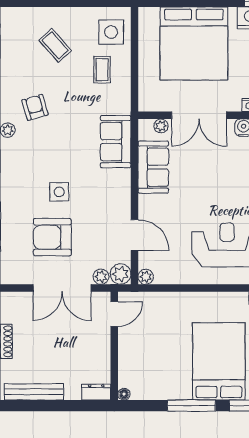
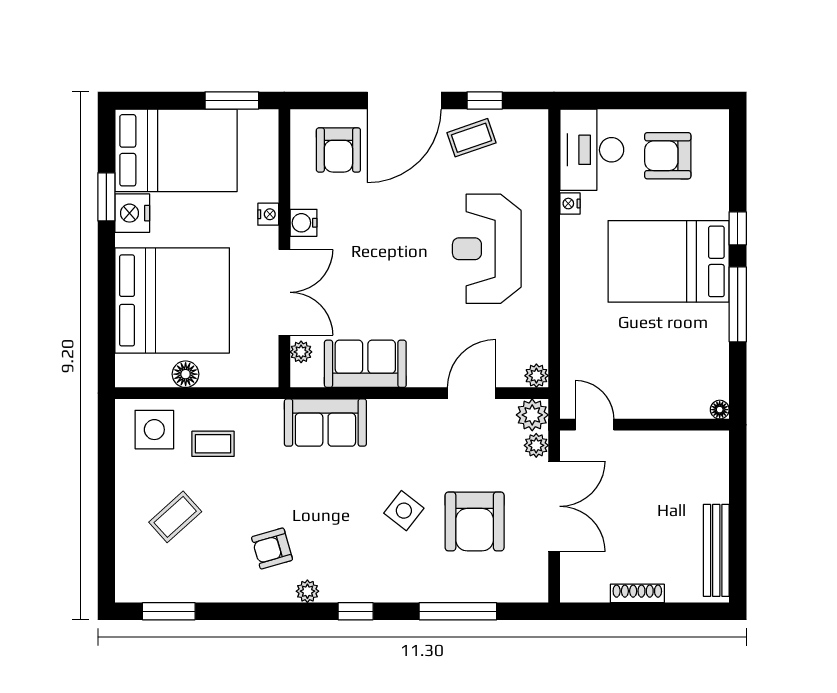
floor lamp: (147, 52) -> (186, 374), added
side table: (59, 192) -> (404, 511), turned 38
dresser: (96, 392) -> (716, 453), removed

